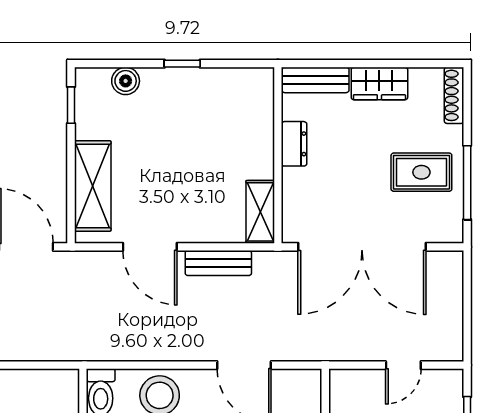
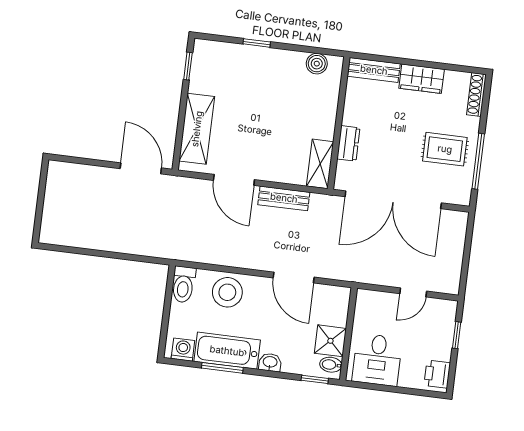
window: (182, 64) -> (257, 43), moved
boiler: (126, 81) -> (317, 64), moved
dresser: (294, 144) -> (348, 143), moved

